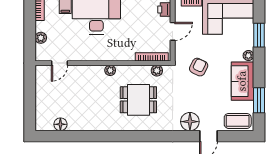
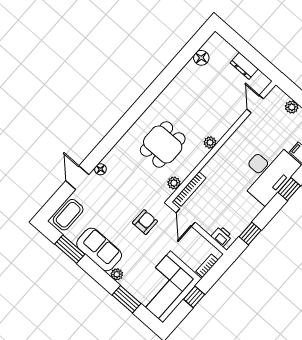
door: (173, 31) -> (186, 217), moved
armchair: (199, 67) -> (145, 222), turned -116
dresser: (41, 92) -> (244, 66), added
floor lamp: (190, 122) -> (100, 169), width x0.53, depth x0.53

